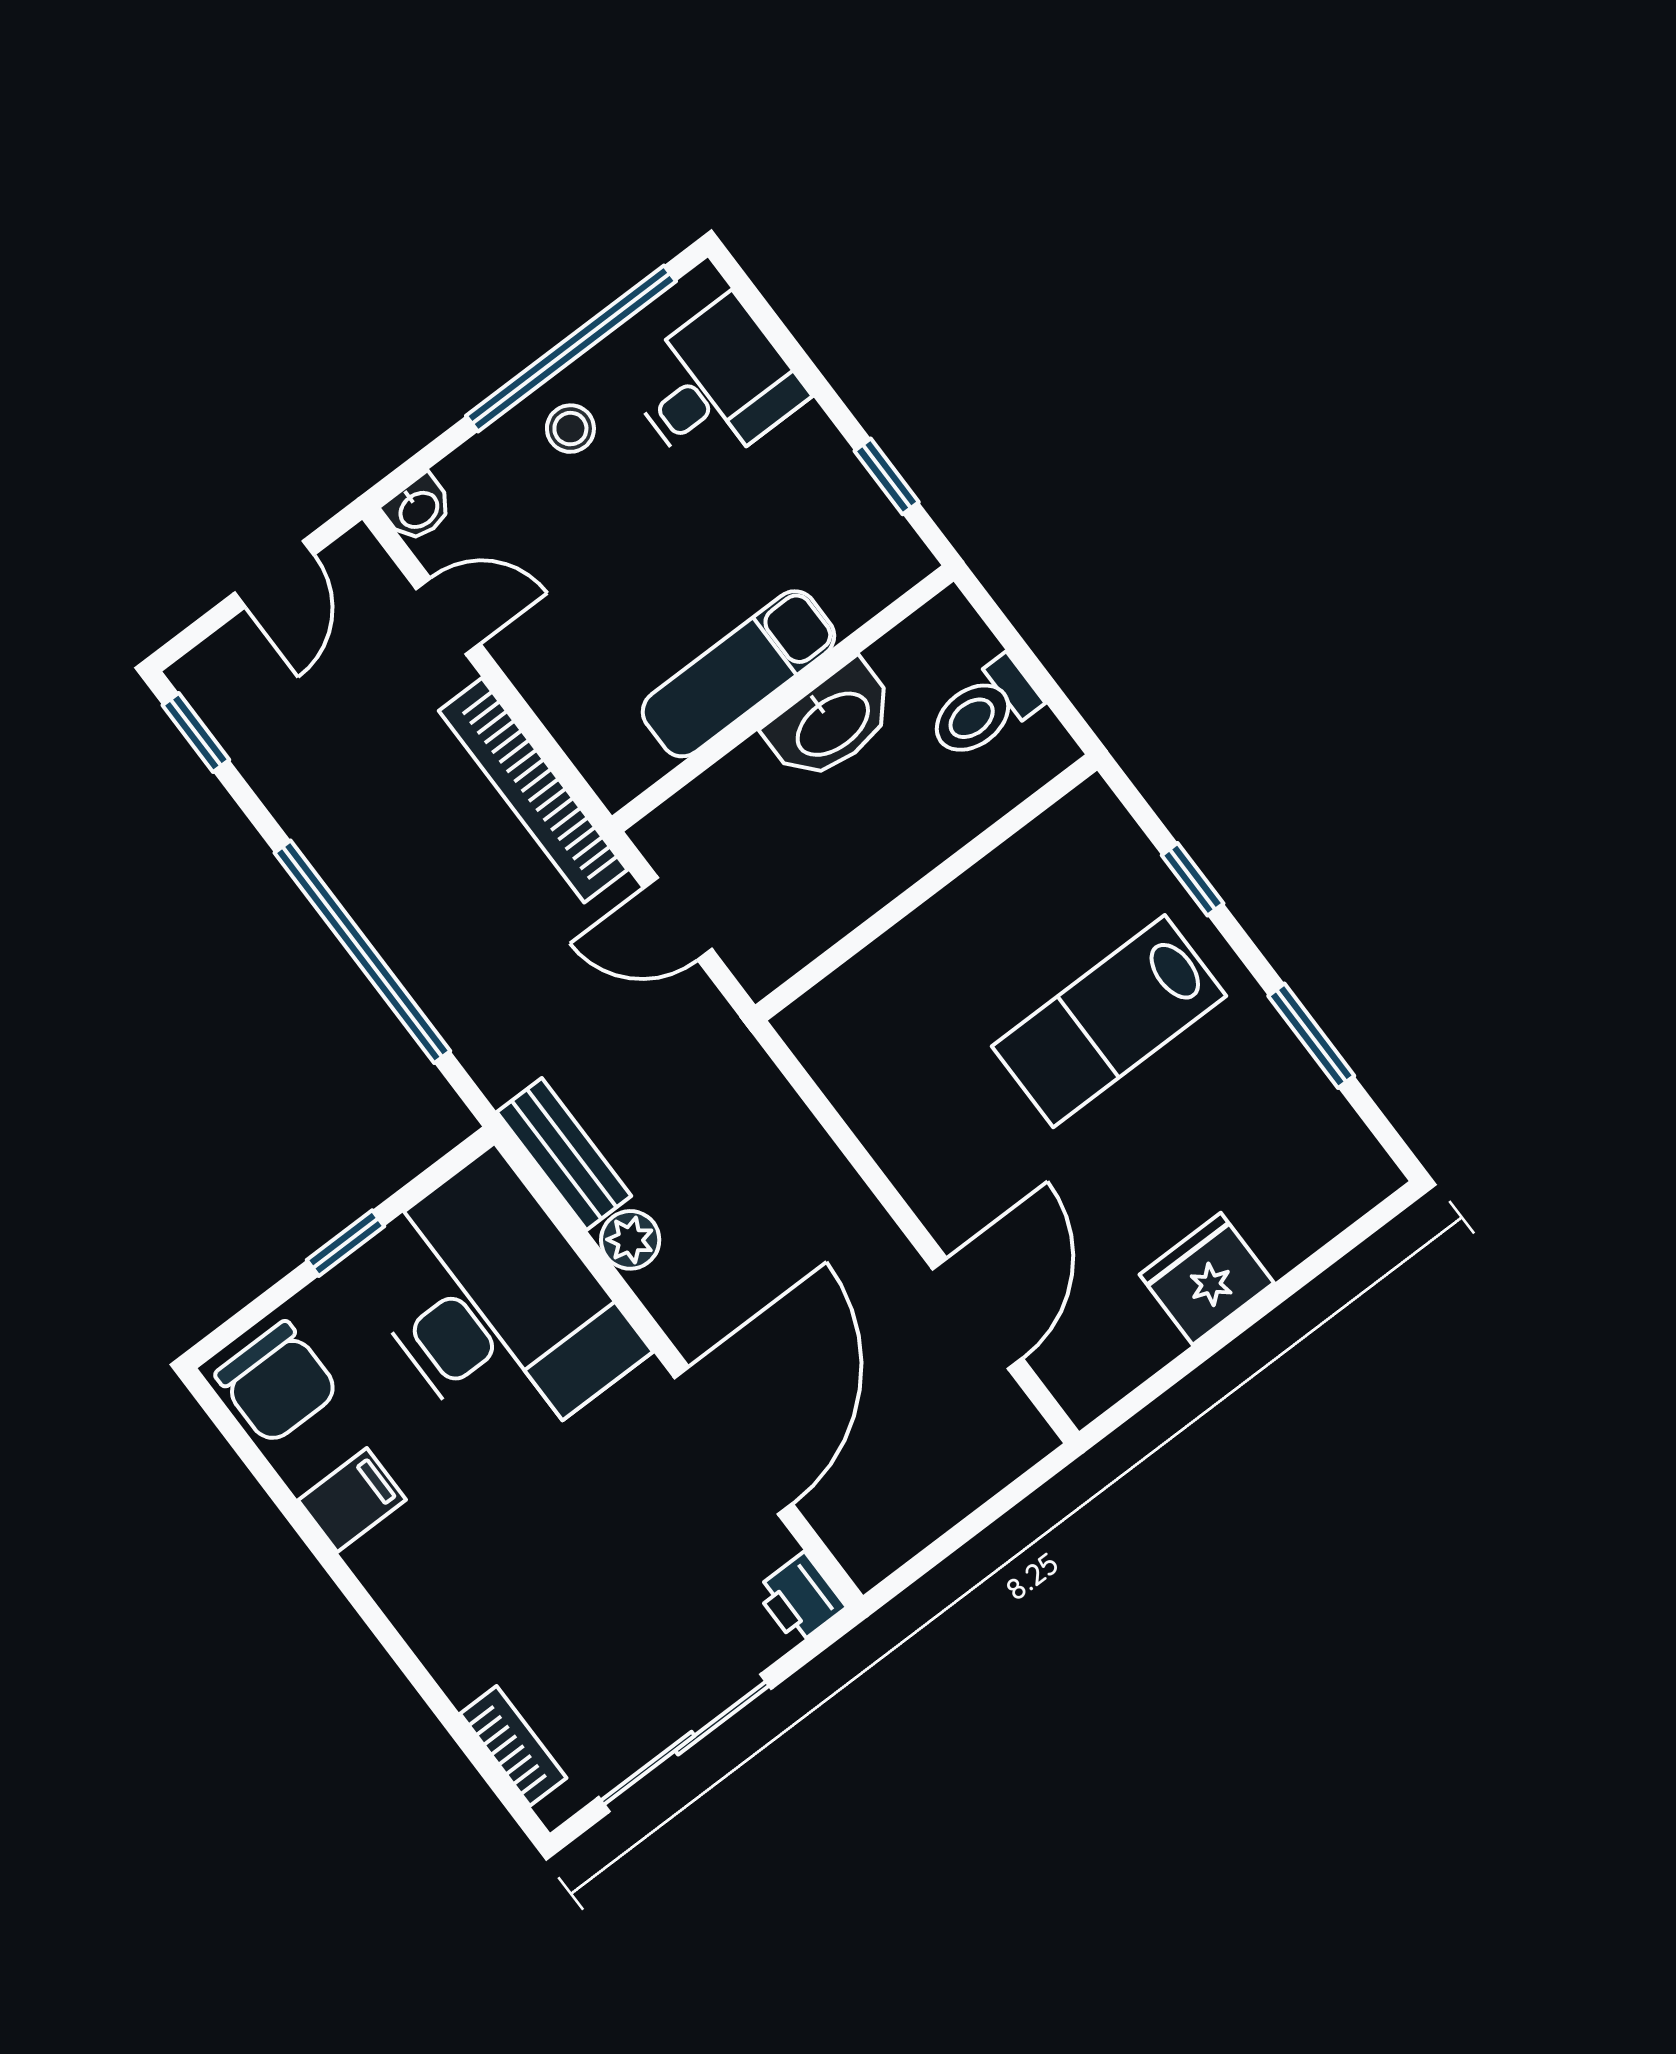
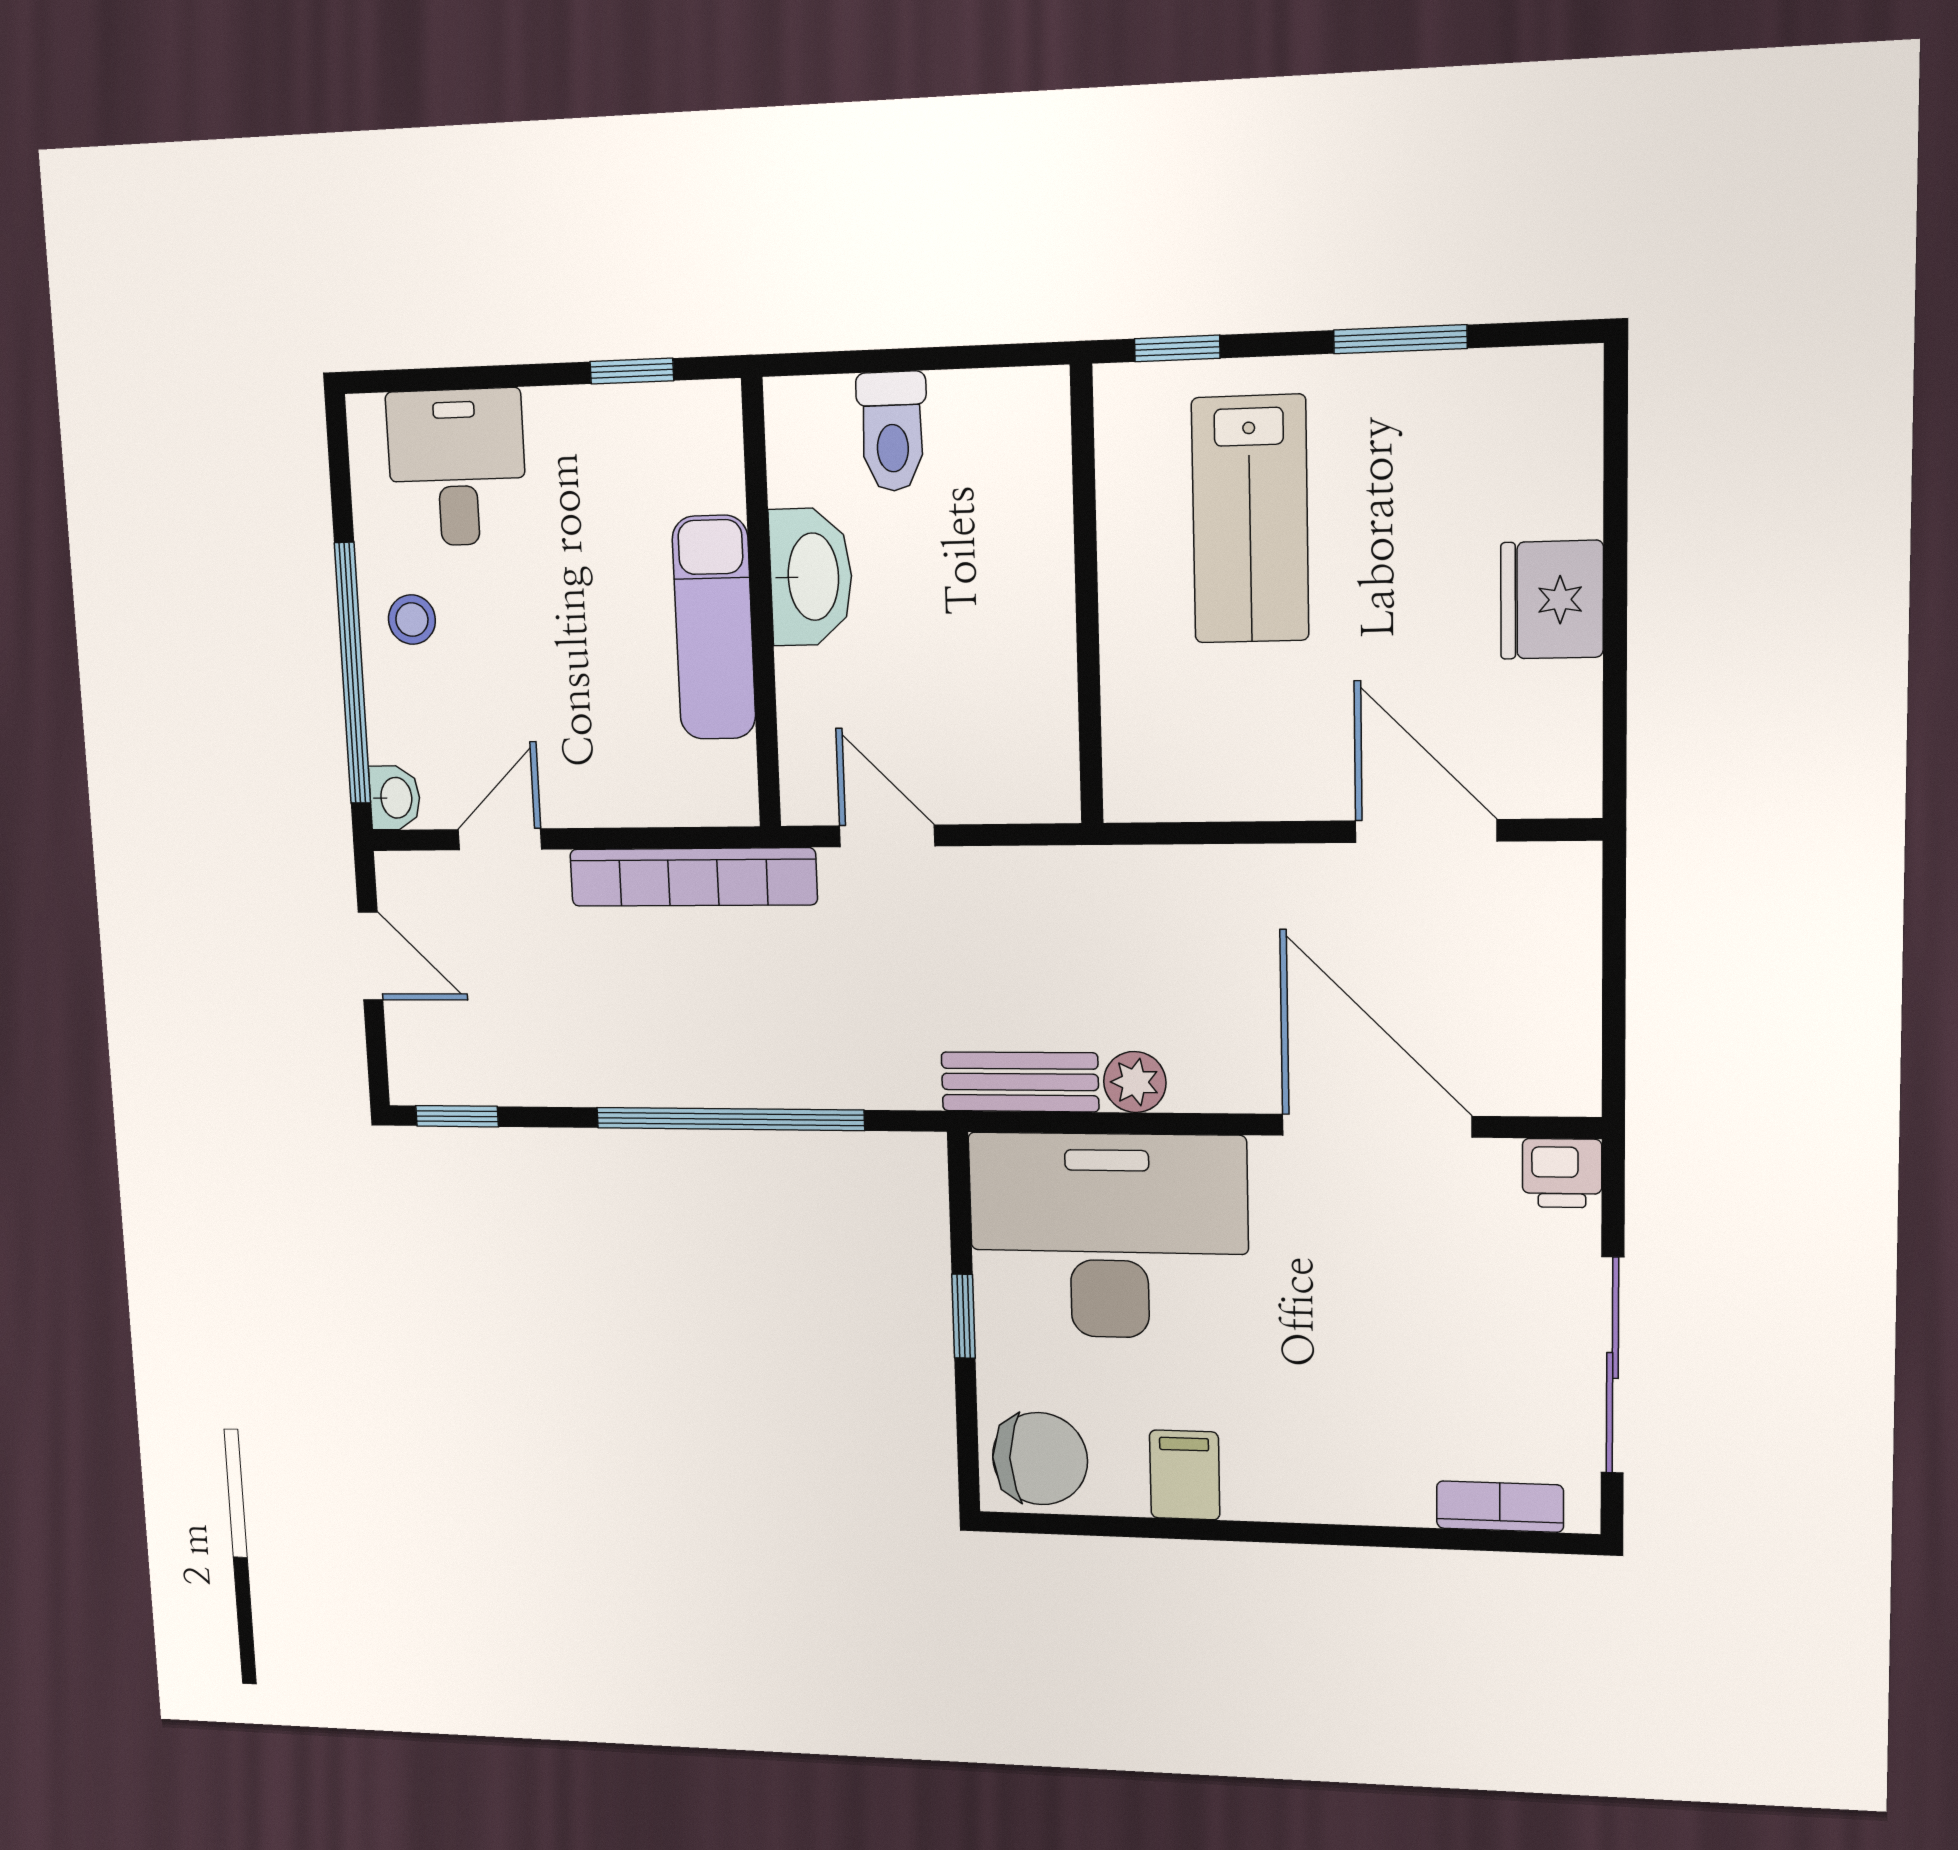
window: (571, 349) -> (352, 673), moved
wall: (926, 887) -> (1087, 596), moved
door: (678, 919) -> (887, 836), swing flipped

